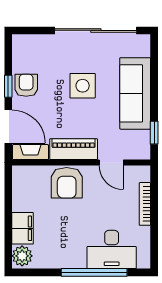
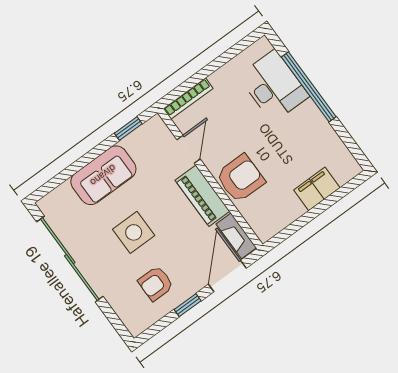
armchair: (26, 85) -> (156, 283), moved
sofa: (135, 93) -> (103, 175), width x0.73
bookcase: (145, 204) -> (188, 99), moved
plant: (22, 256) -> (344, 169), removed

